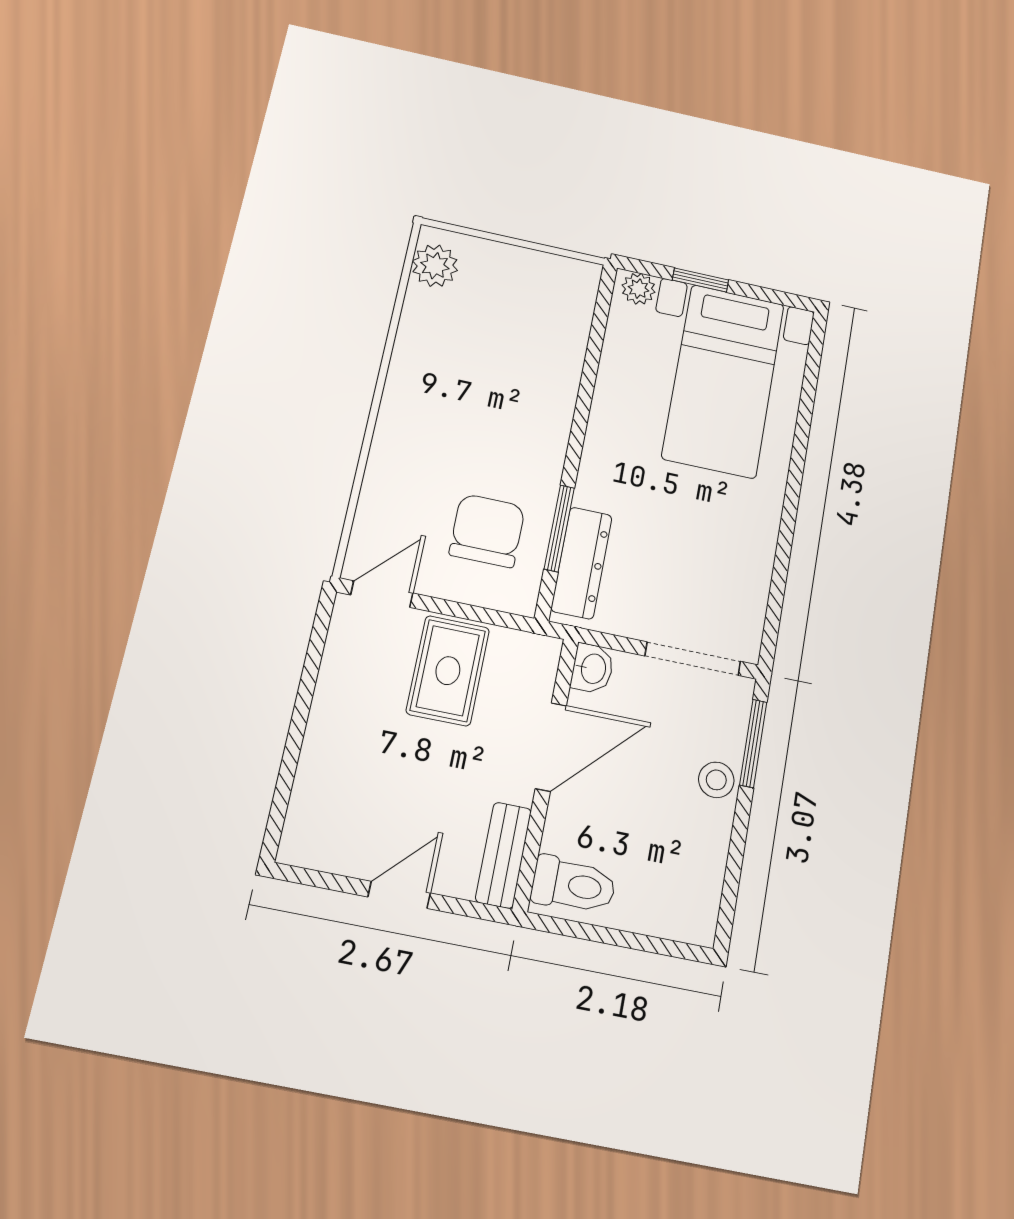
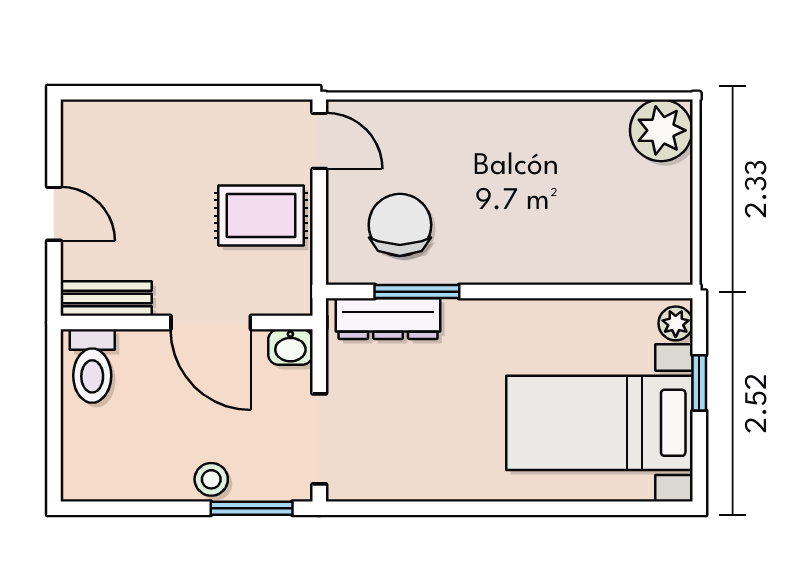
plant: (435, 266) -> (661, 130), width x1.36, depth x1.36
chair: (487, 531) -> (400, 225), turned -90

